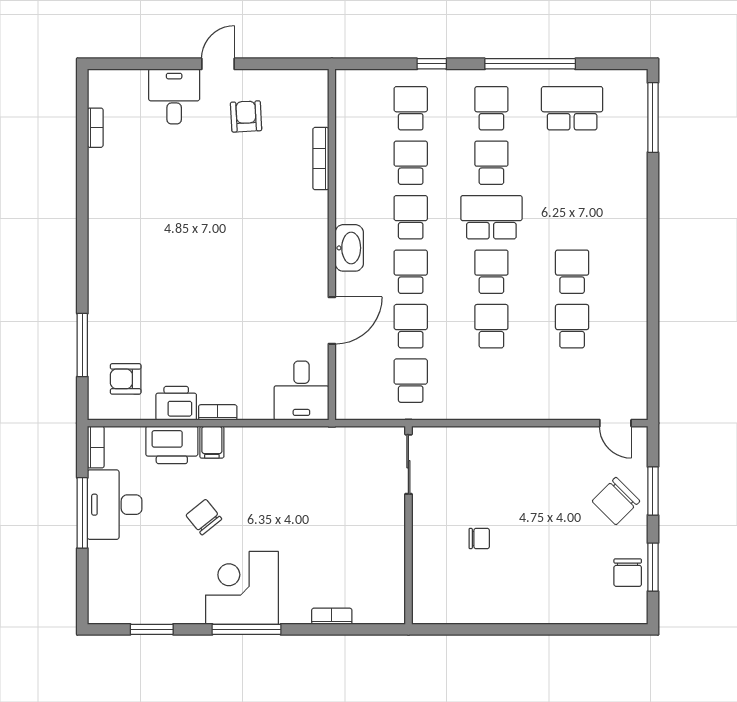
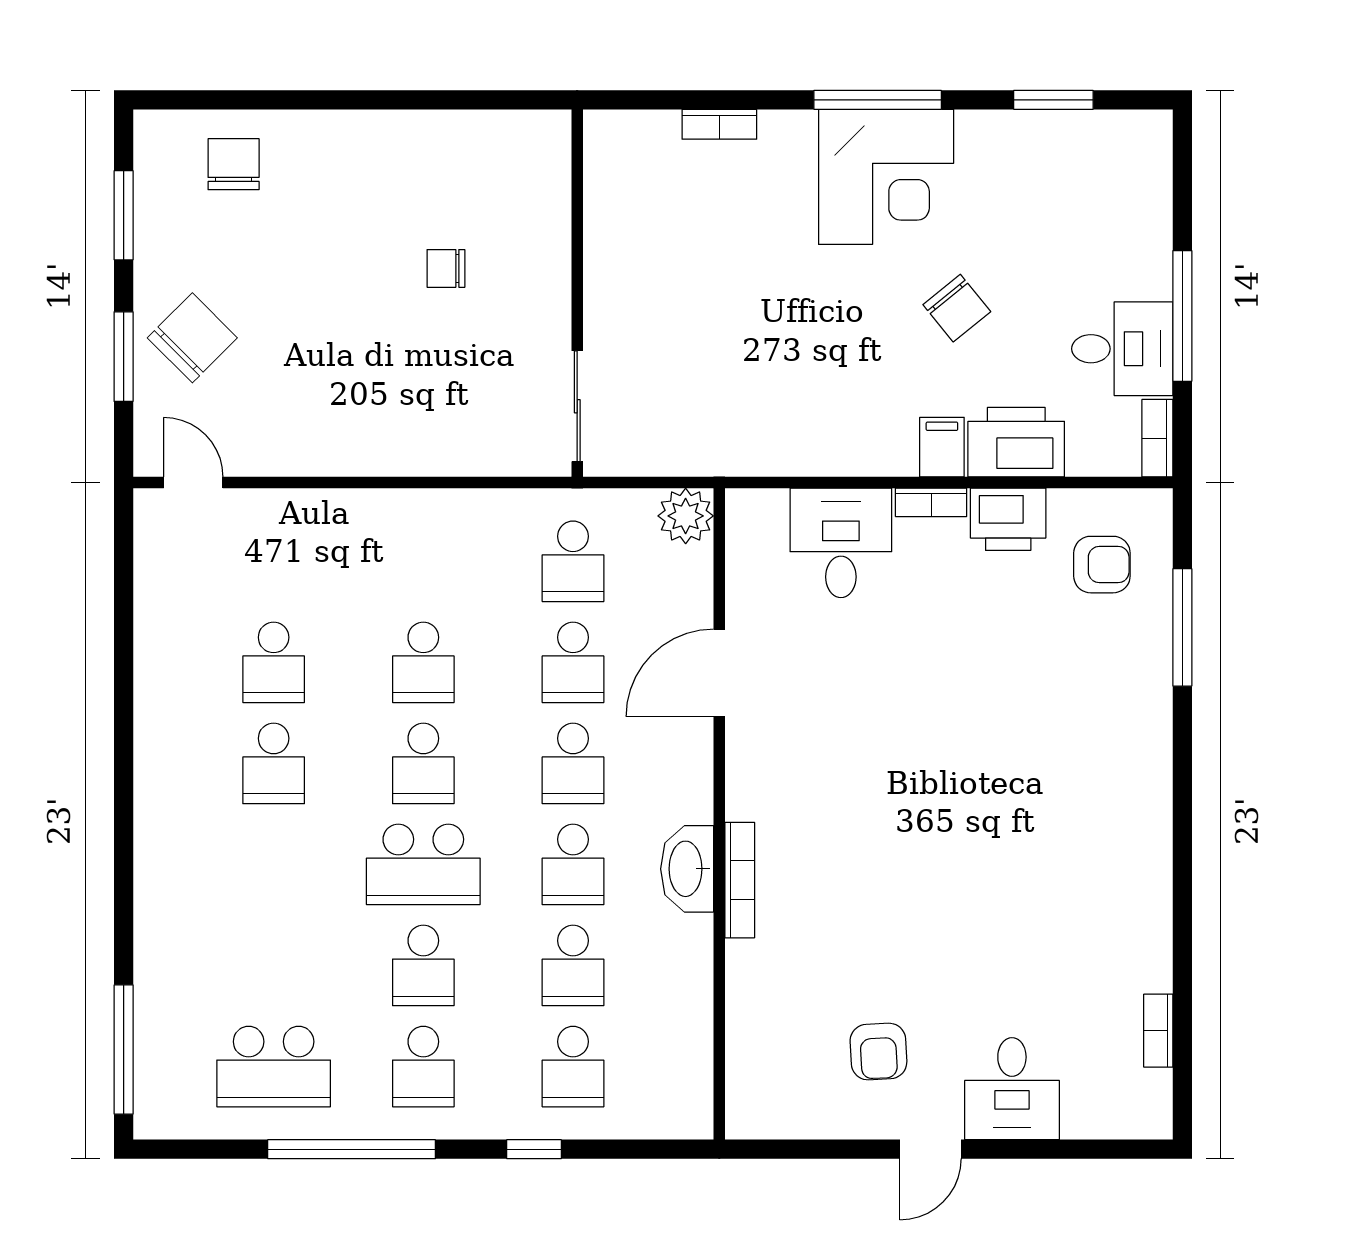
bookcase: (321, 159) -> (740, 880), moved
washbasin: (349, 248) -> (687, 869), moved
desk: (301, 391) -> (841, 543), moved
plant: (350, 405) -> (686, 516), added
desk: (115, 505) -> (1122, 349), width x0.73
chair: (628, 573) -> (234, 164), moved

